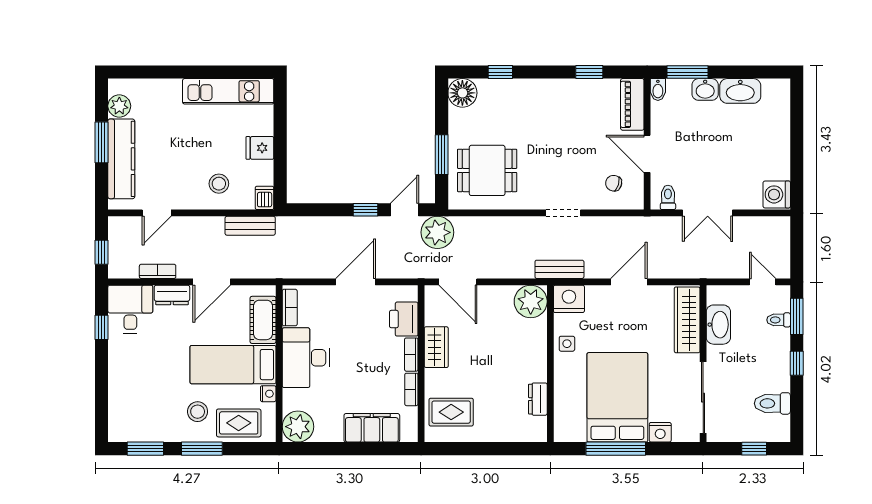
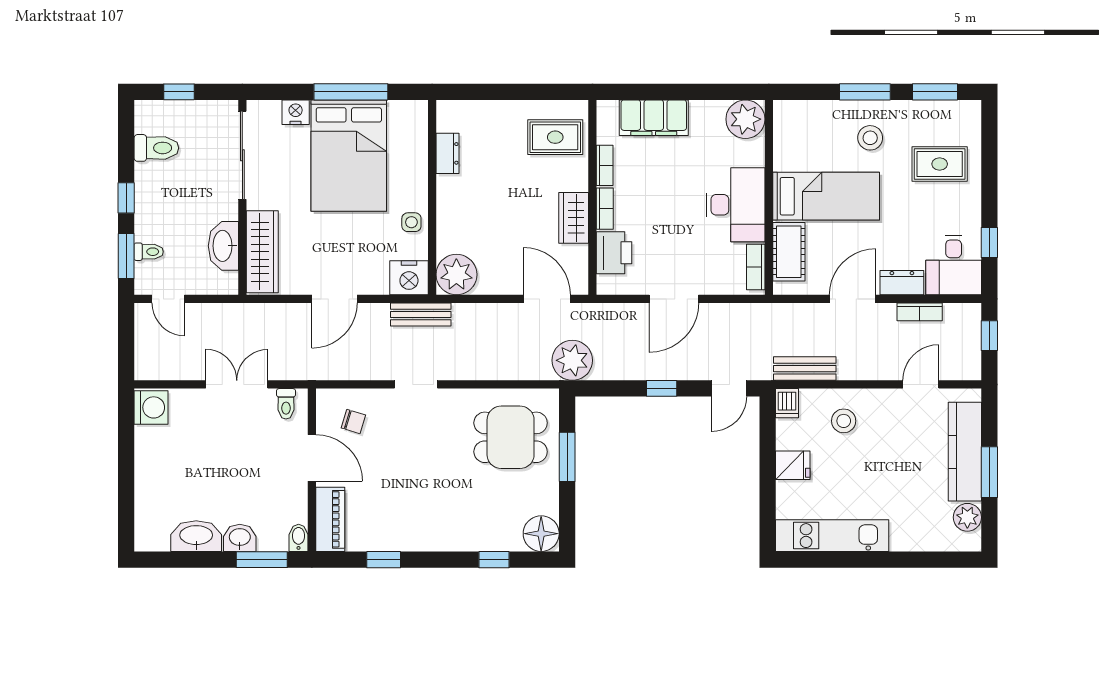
door: (405, 210) -> (729, 388), moved
nightstand: (268, 394) -> (782, 160), removed
rug: (239, 423) -> (940, 164), moved

